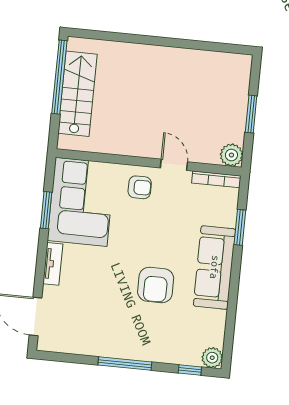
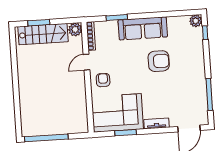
stairs: (78, 94) -> (43, 34), moved, turned 180
window: (251, 114) -> (39, 23), moved
window: (125, 364) -> (209, 94), moved

